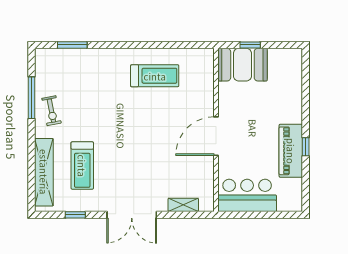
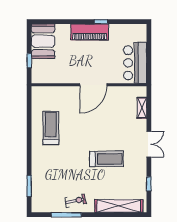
booth: (242, 65) -> (43, 41), moved
door: (216, 136) -> (93, 85), hinge flipped
piano: (291, 151) -> (90, 32), moved
treadmill: (82, 166) -> (106, 159), moved
double door: (132, 215) -> (149, 144), width x0.73

